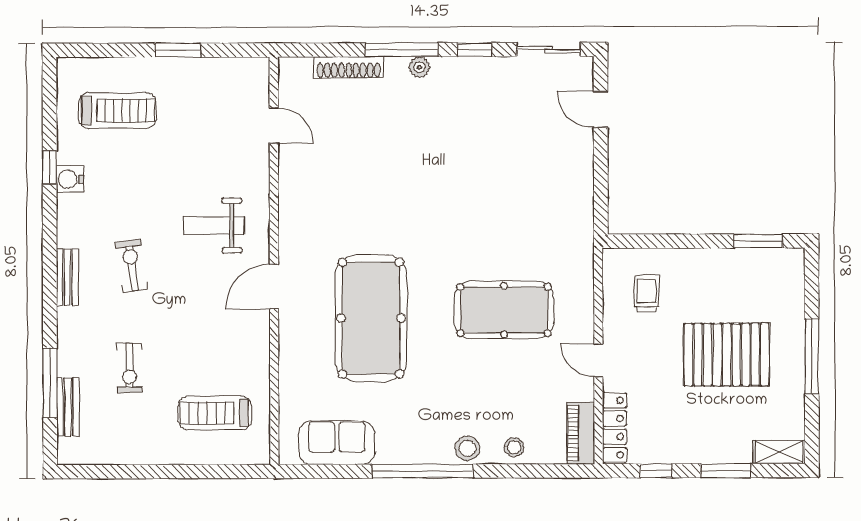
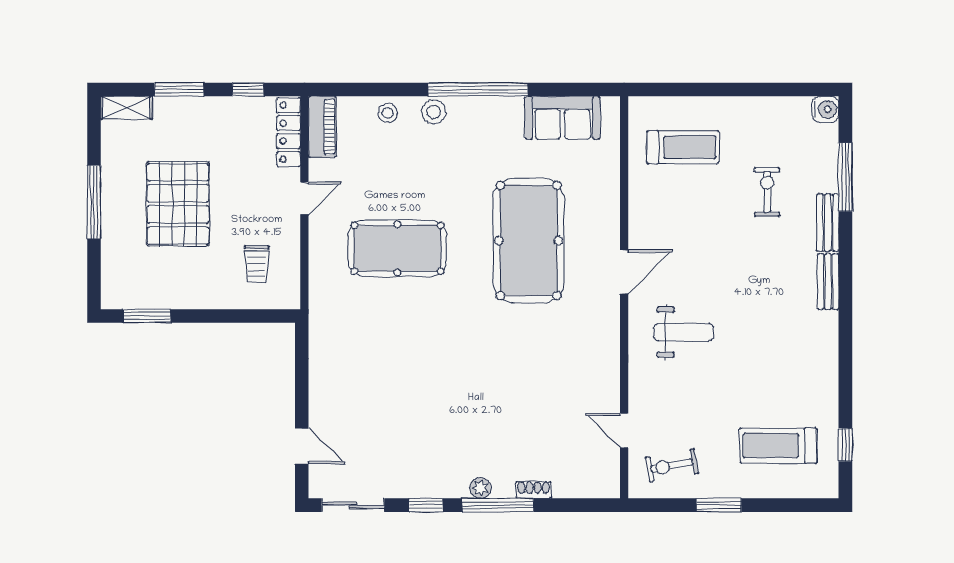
shoe rack: (349, 67) -> (533, 490), width x0.51, depth x0.81
window: (50, 167) -> (845, 445), moved
water cooler: (70, 179) -> (825, 109), moved
exercise bike: (132, 266) -> (672, 465), moved, turned 88
pallet: (727, 355) -> (178, 204), turned 90
door: (598, 361) -> (304, 198), hinge flipped
bench: (68, 407) -> (828, 223), moved

